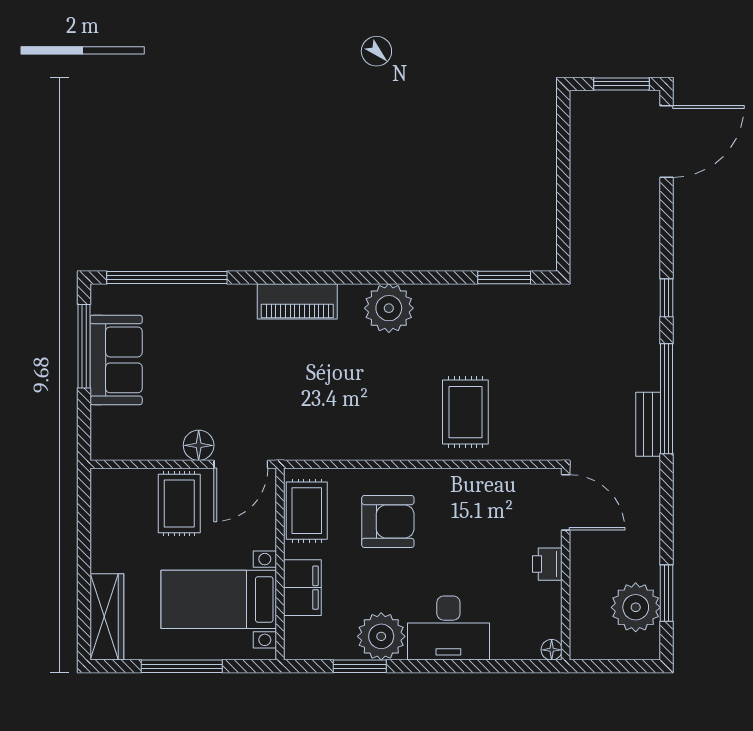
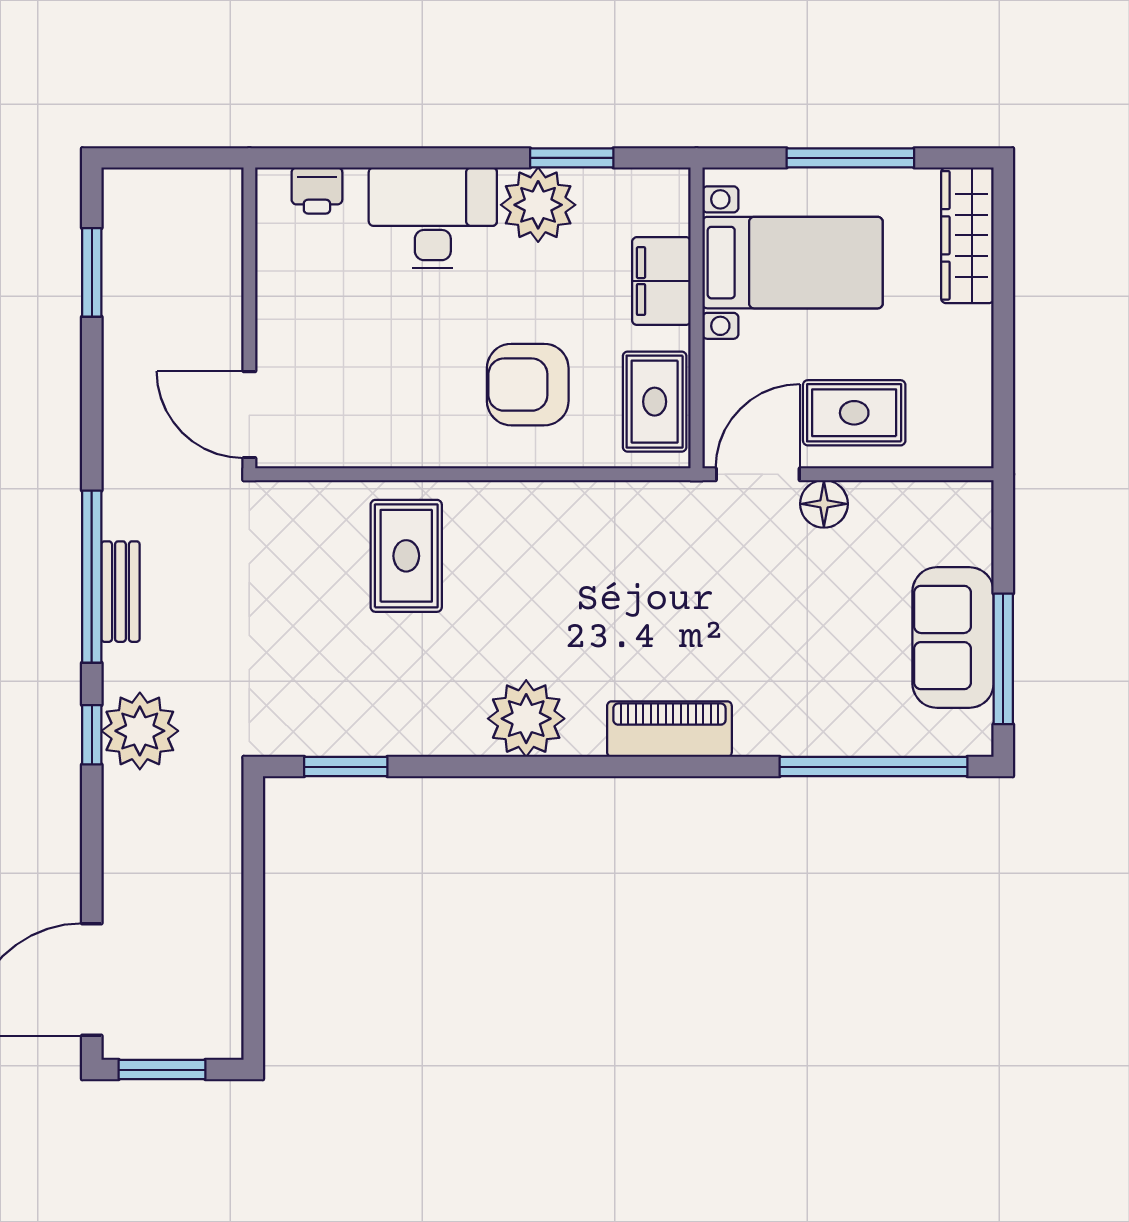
bench: (648, 424) -> (120, 592), moved
rug: (179, 503) -> (854, 413), turned 90
printer: (547, 564) -> (317, 191), moved, turned 90
plant: (636, 607) -> (140, 731), moved
floor lamp: (552, 650) -> (271, 184), removed

